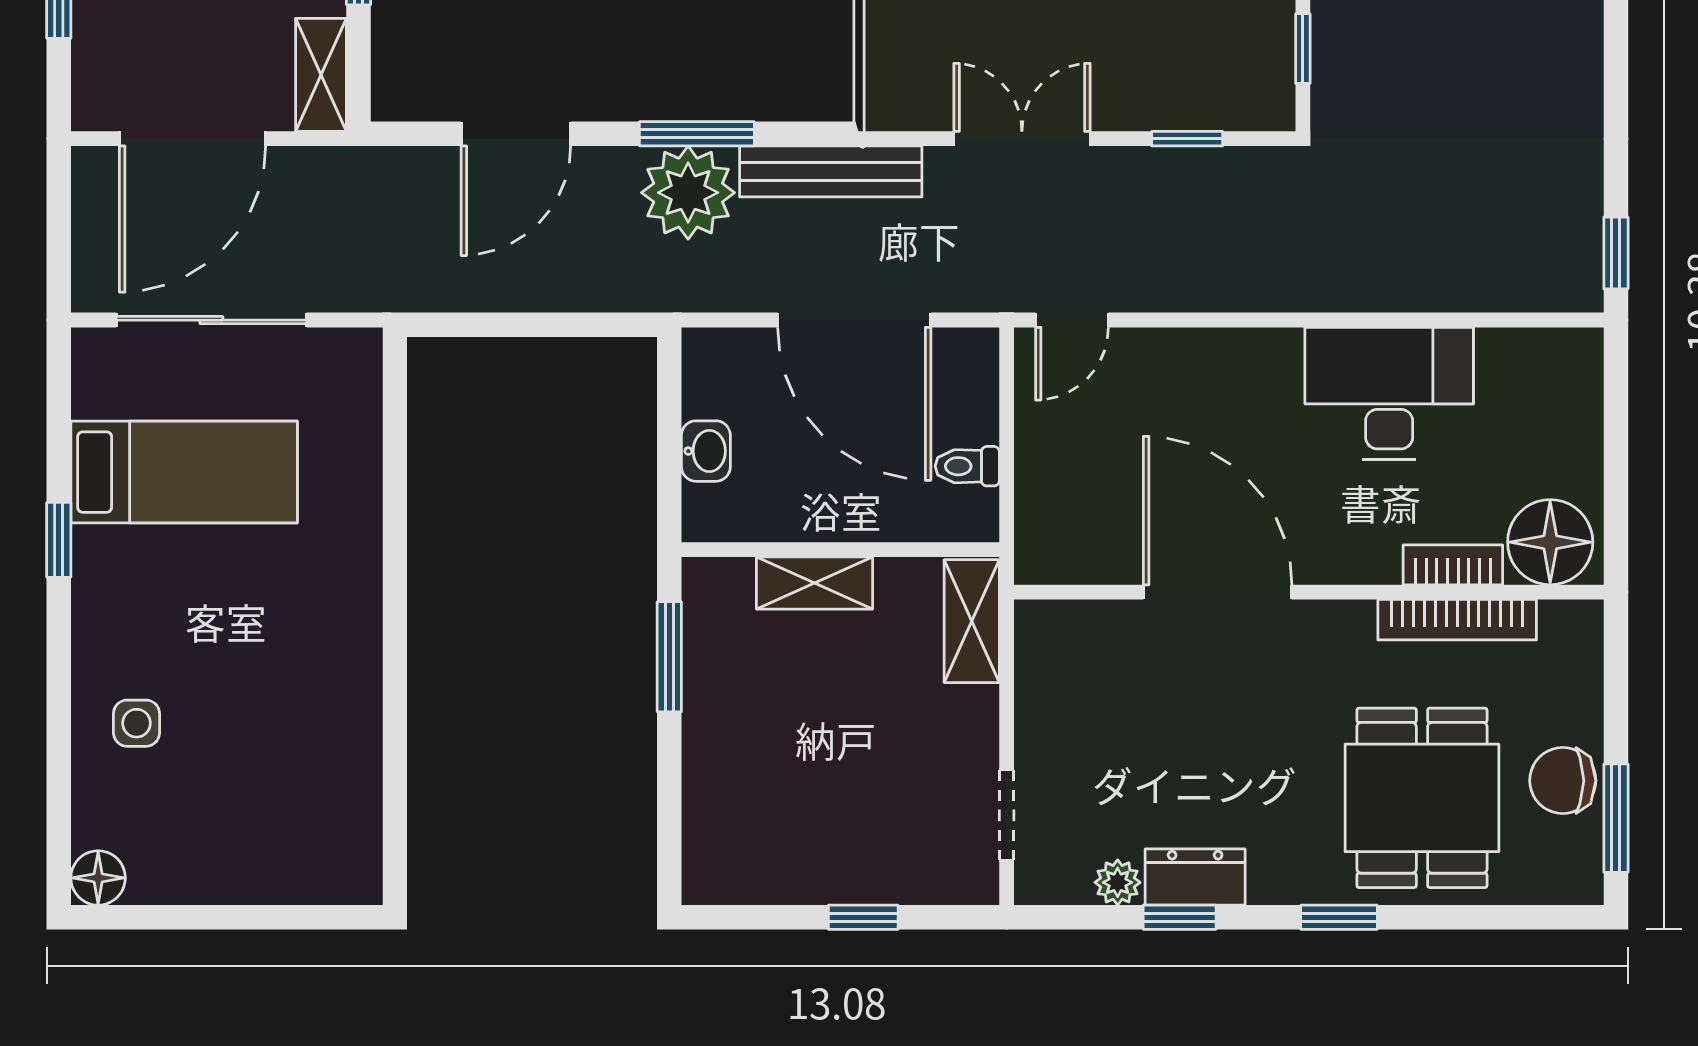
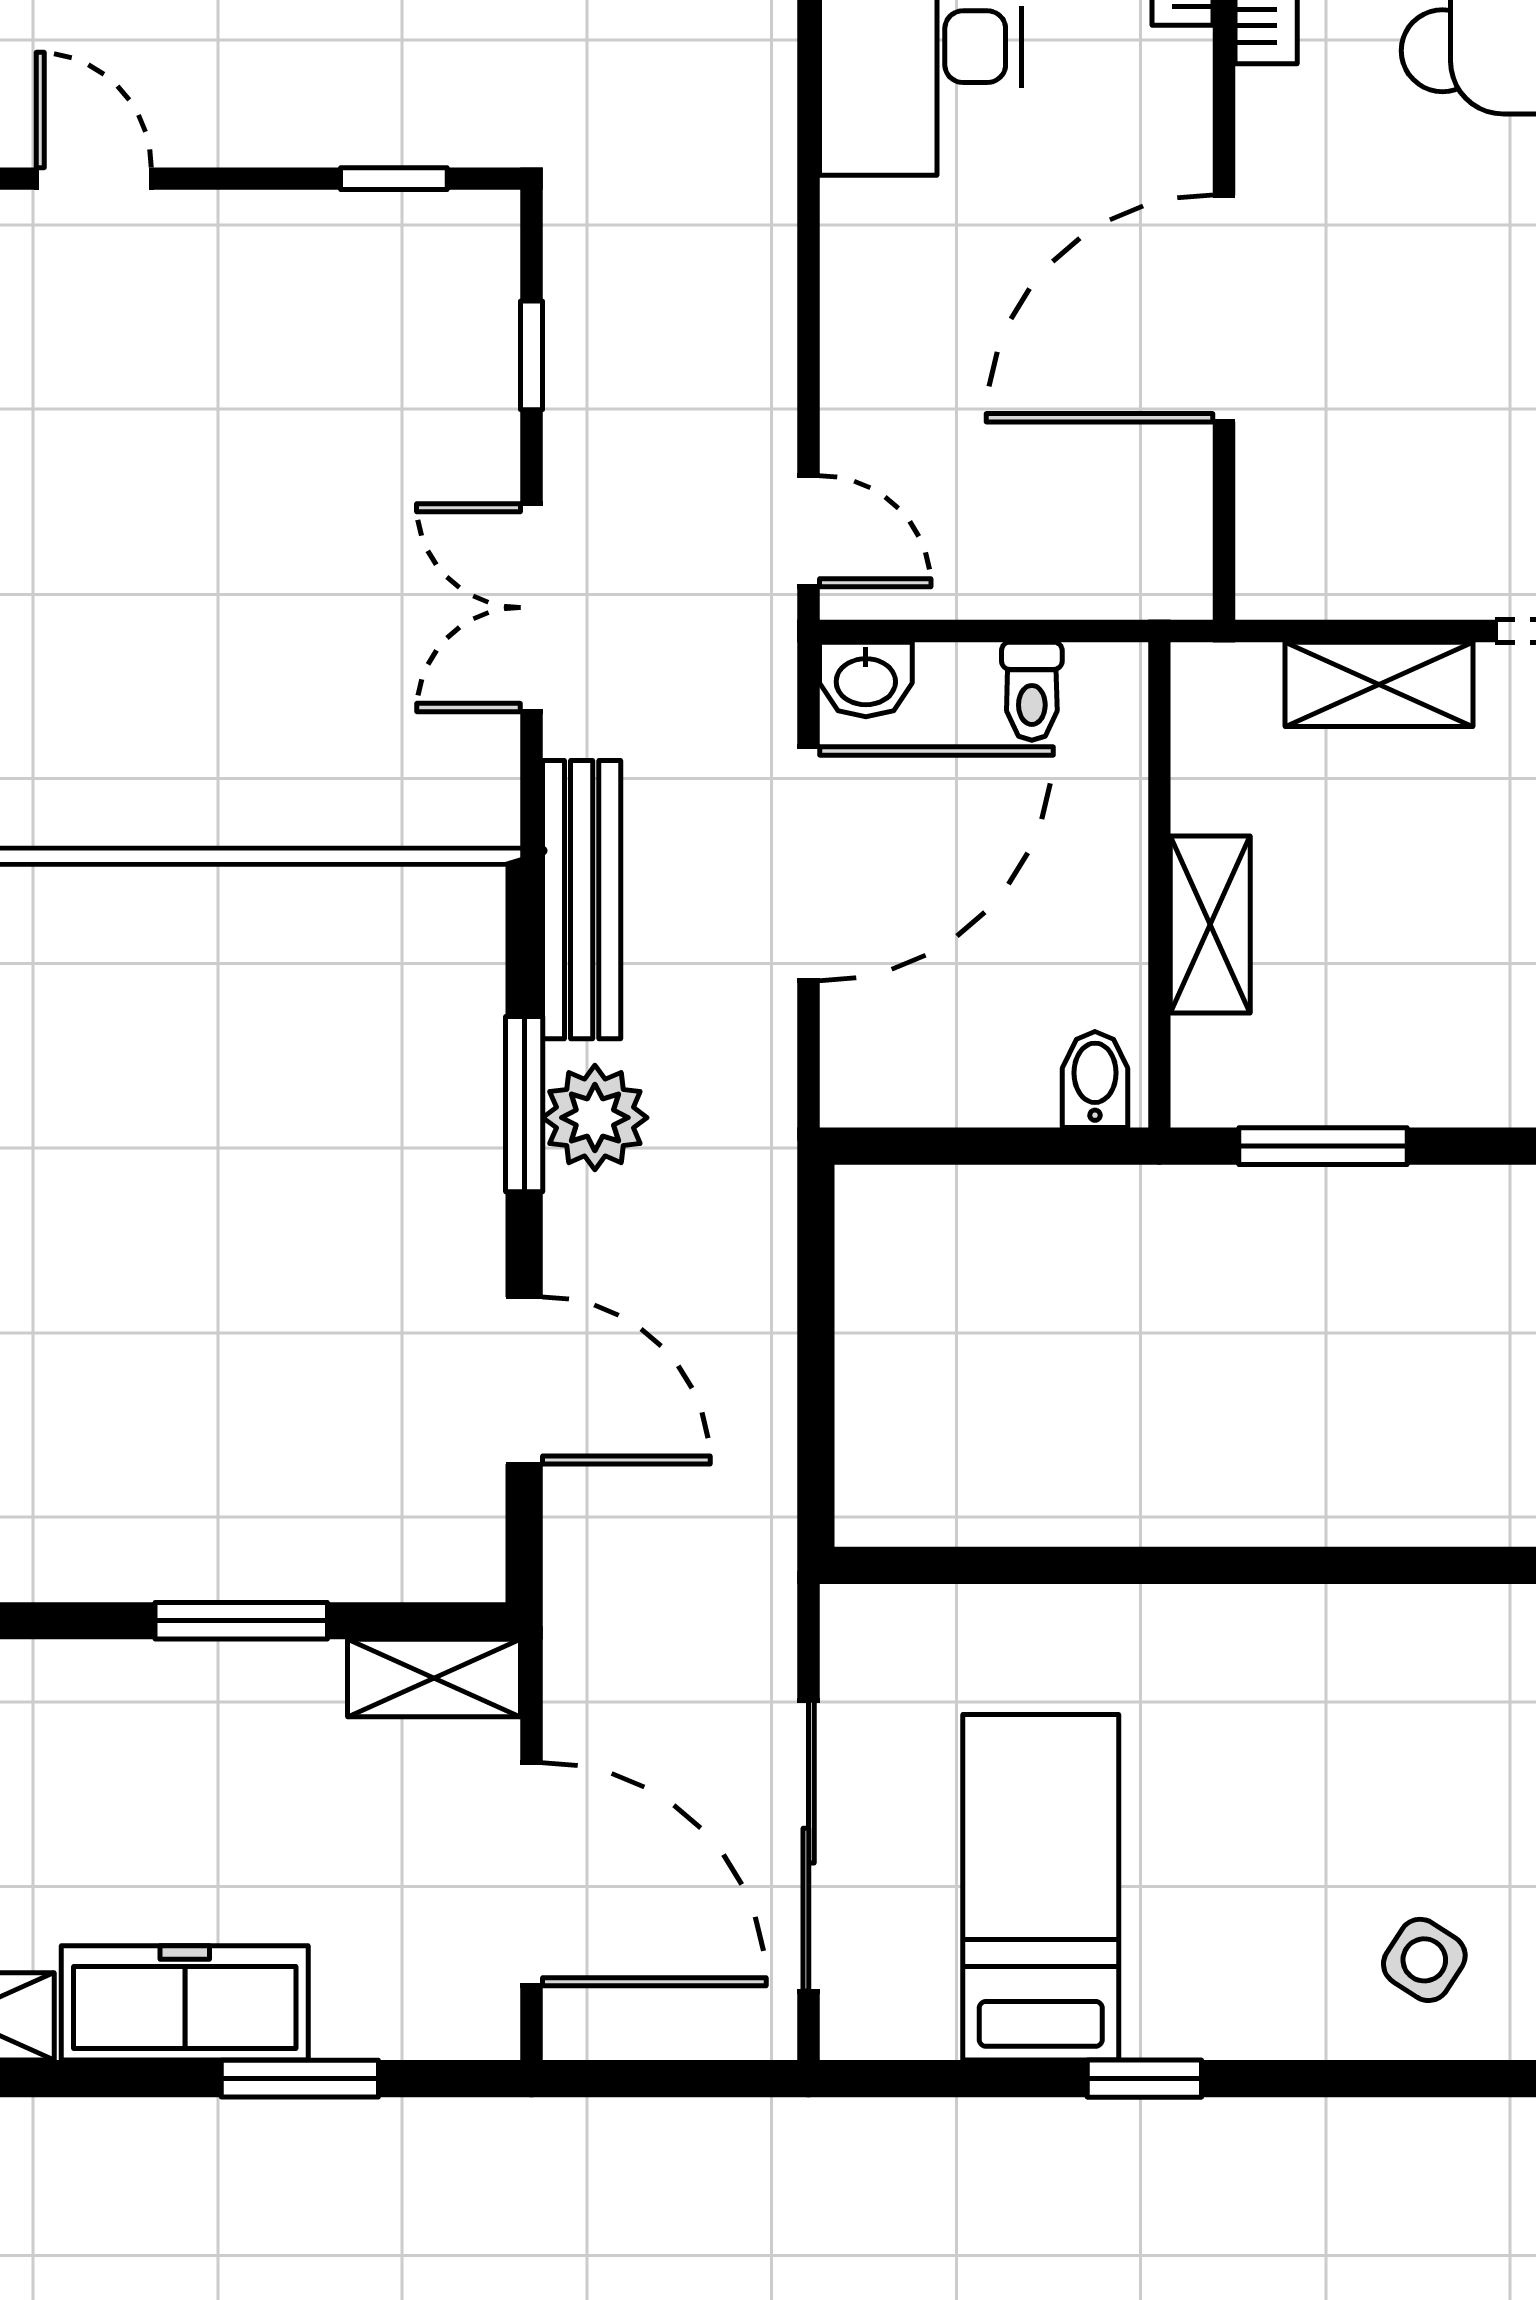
plant: (688, 193) -> (595, 1118), width x0.73, depth x0.73
washbasin: (706, 451) -> (866, 679), moved, turned 180
bidet: (713, 508) -> (1095, 1080), added
shelving: (972, 621) -> (1379, 684), moved
side table: (137, 723) -> (1424, 1960), turned 33

